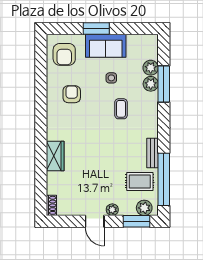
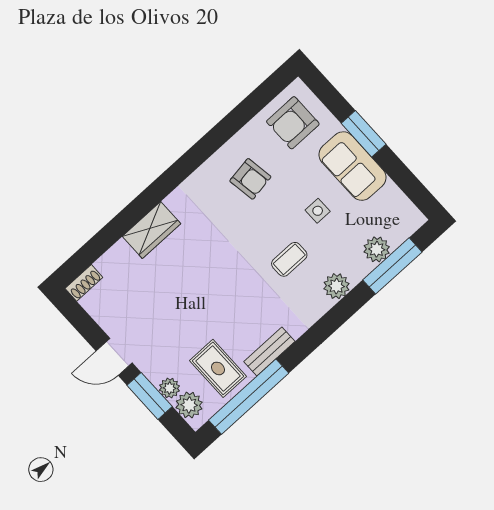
plant: (151, 84) -> (336, 286), moved
window: (164, 84) -> (392, 266), moved
armchair: (72, 94) -> (250, 179), turned 81
plant: (112, 210) -> (169, 388), moved
door: (95, 221) -> (114, 357), hinge flipped
window: (136, 221) -> (150, 396), moved

